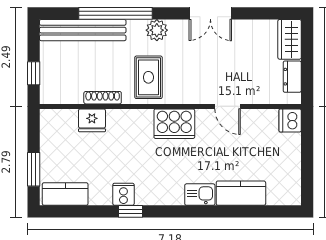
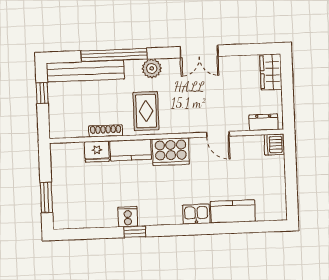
window: (34, 73) -> (42, 93), moved
dresser: (292, 77) -> (263, 122), moved, turned 90
kitchen counter: (65, 194) -> (131, 150), moved, turned 180

